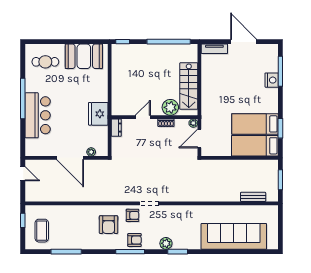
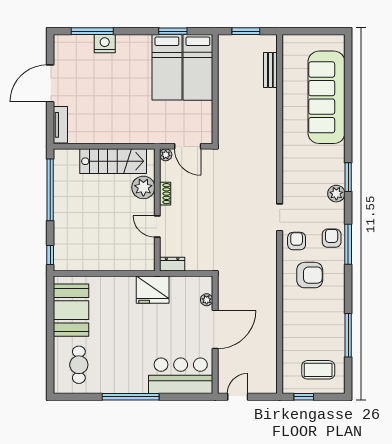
bar counter: (38, 115) -> (181, 376), moved

